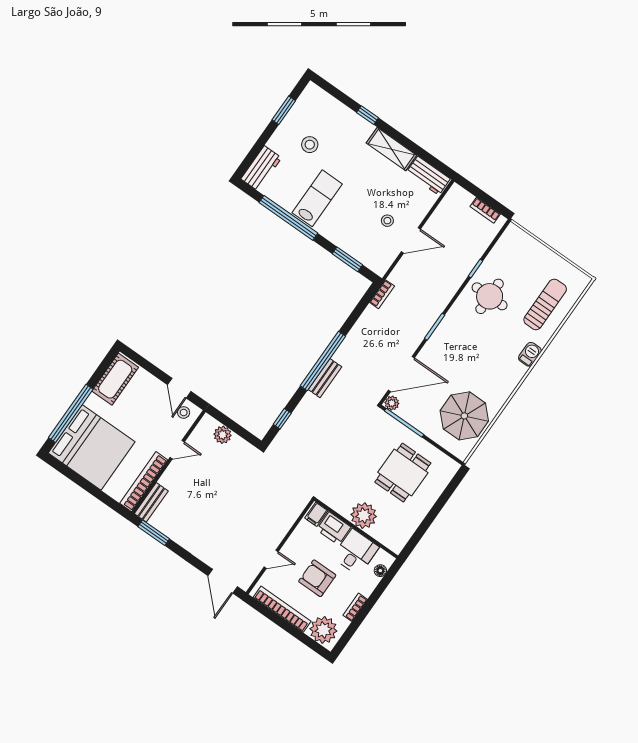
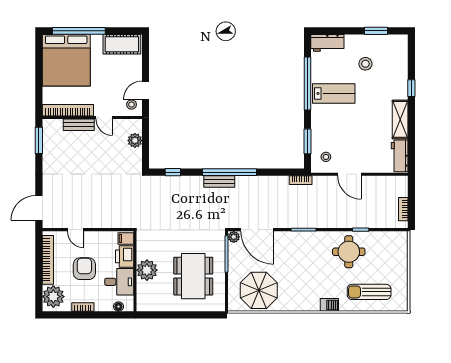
stool: (387, 221) -> (326, 157), moved
sun lounger: (545, 304) -> (369, 292), turned 180
dining table: (403, 473) -> (193, 276), width x1.37
bench: (151, 502) -> (79, 125), moved

